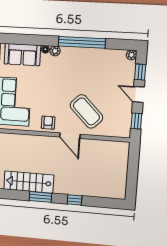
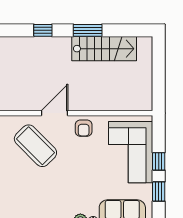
door: (70, 136) -> (55, 113), hinge flipped

